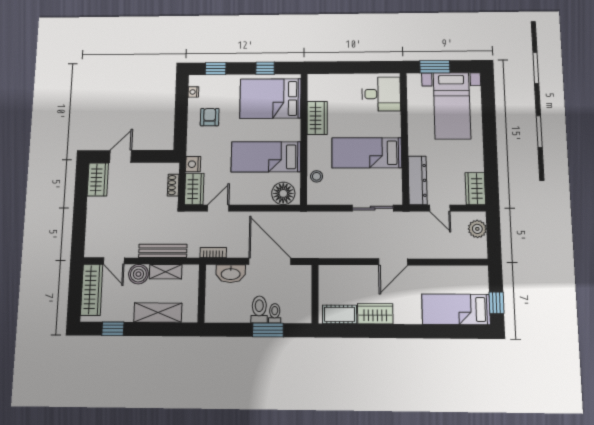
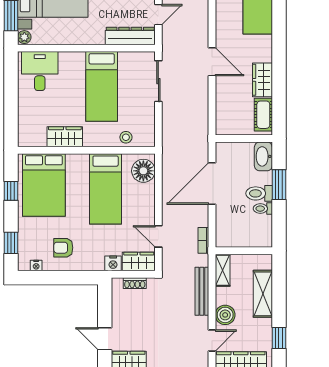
plant: (414, 79) -> (24, 37), added
shelving: (166, 272) -> (223, 270), moved
washbasin: (231, 274) -> (263, 156), moved, turned 180
toilet: (275, 313) -> (263, 209), moved

